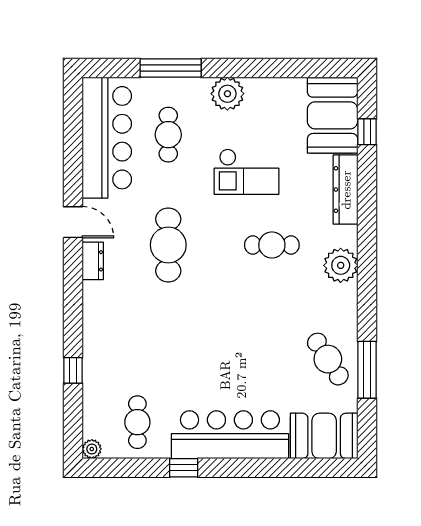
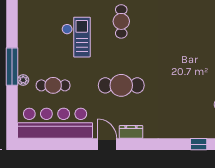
window: (171, 68) -> (12, 67), moved
plant: (227, 94) -> (23, 80), moved, width x0.53, depth x0.53
door: (73, 222) -> (107, 144), hinge flipped

